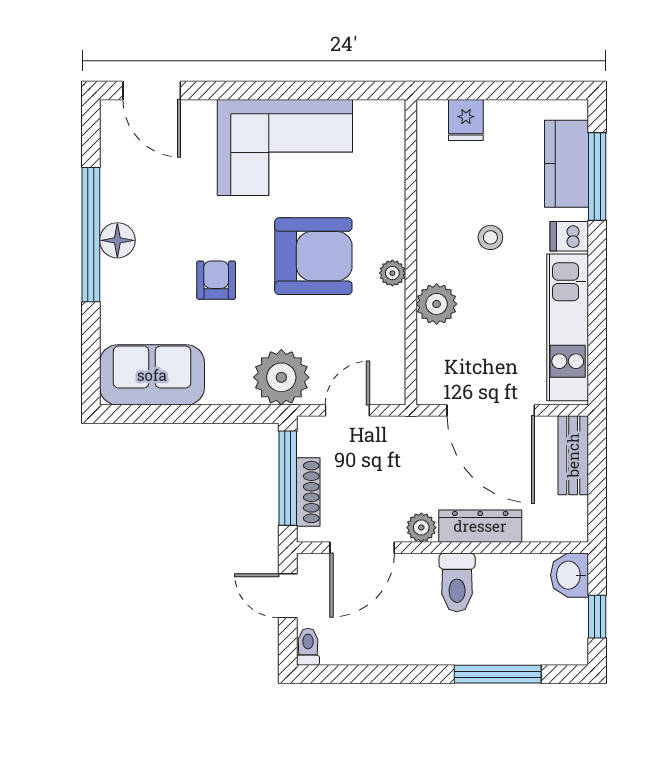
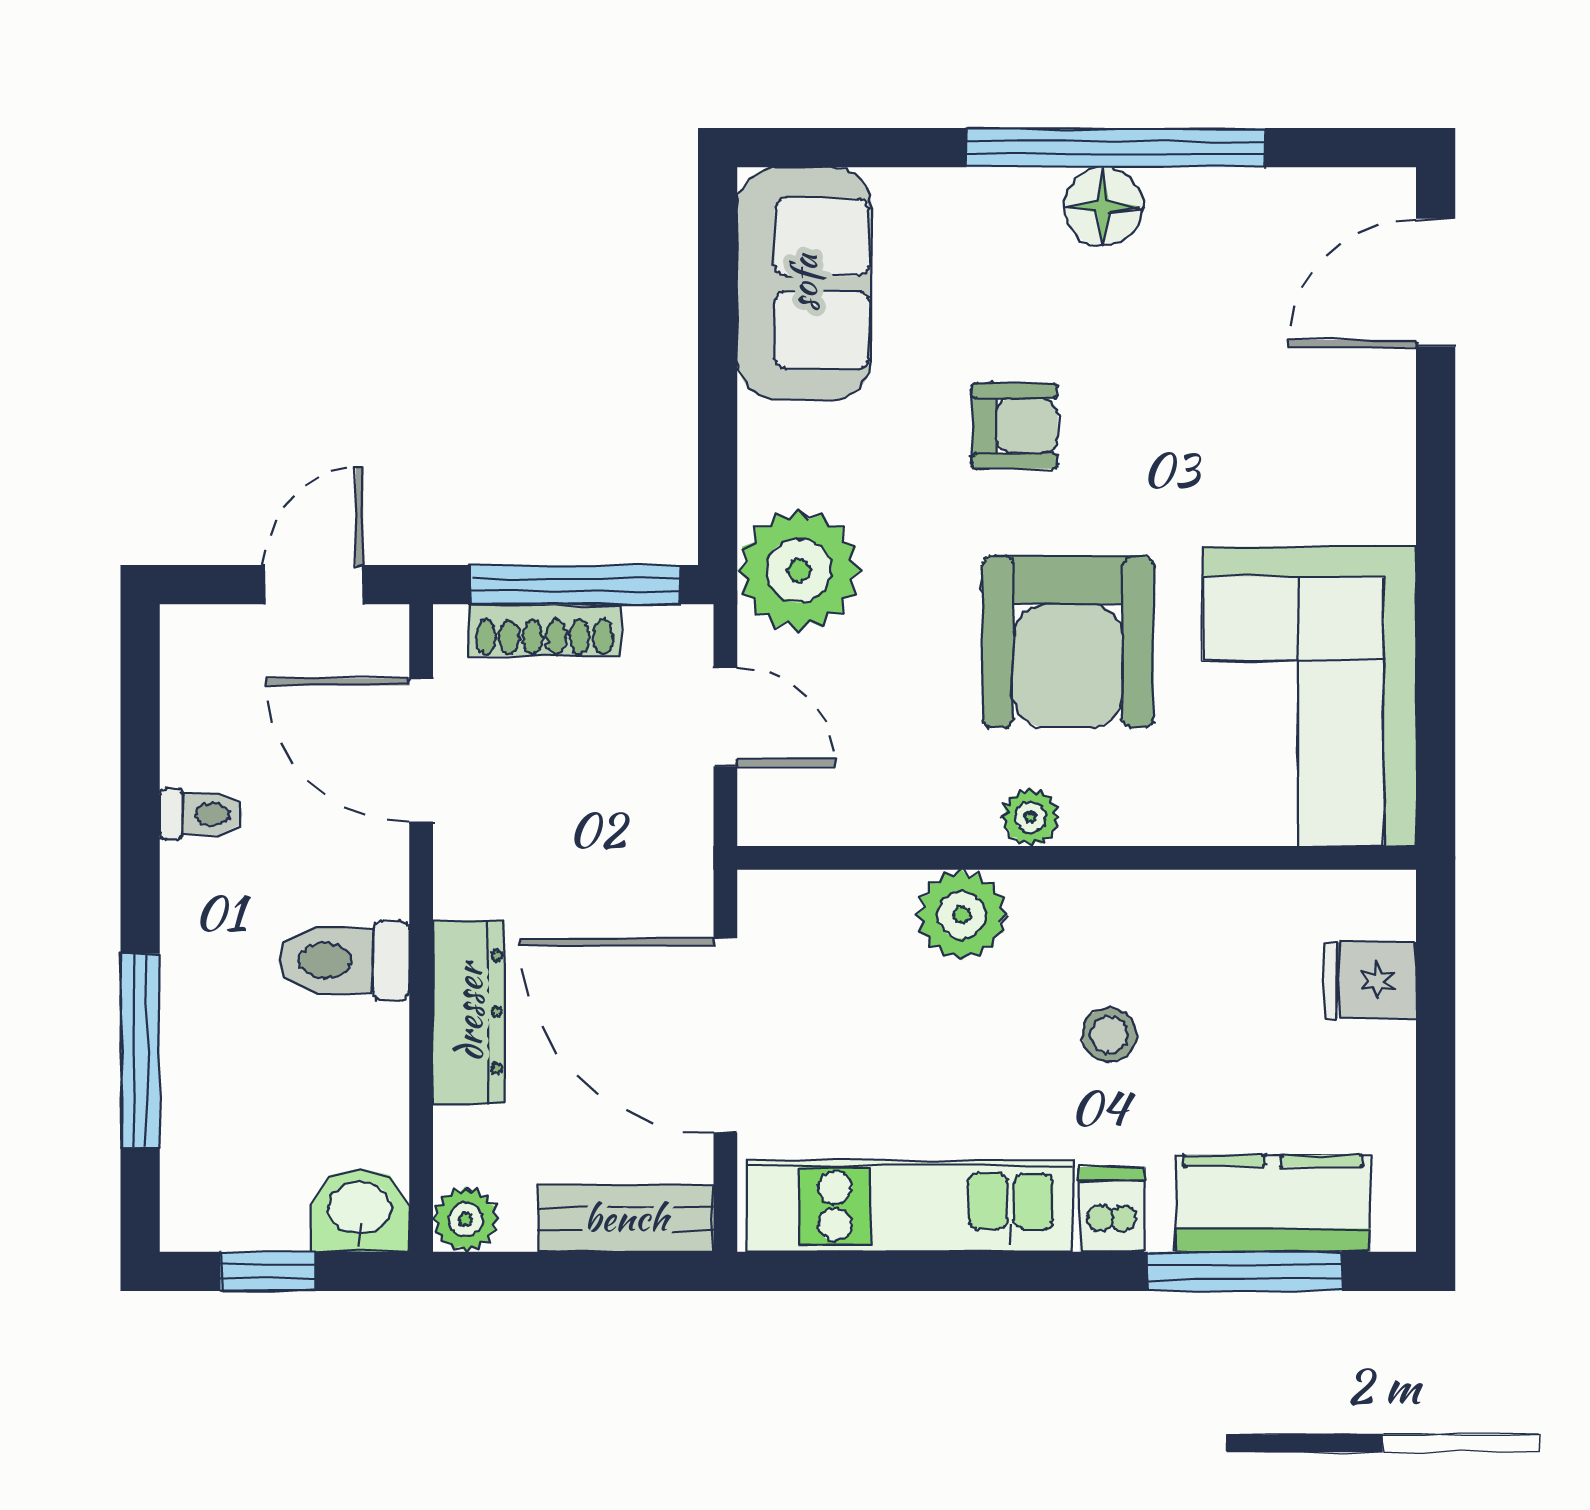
corner sofa: (285, 147) -> (1309, 696), moved
door: (491, 410) -> (725, 1035), hinge flipped
plant: (421, 528) -> (466, 1219), moved
toilet: (308, 647) -> (201, 814), moved

